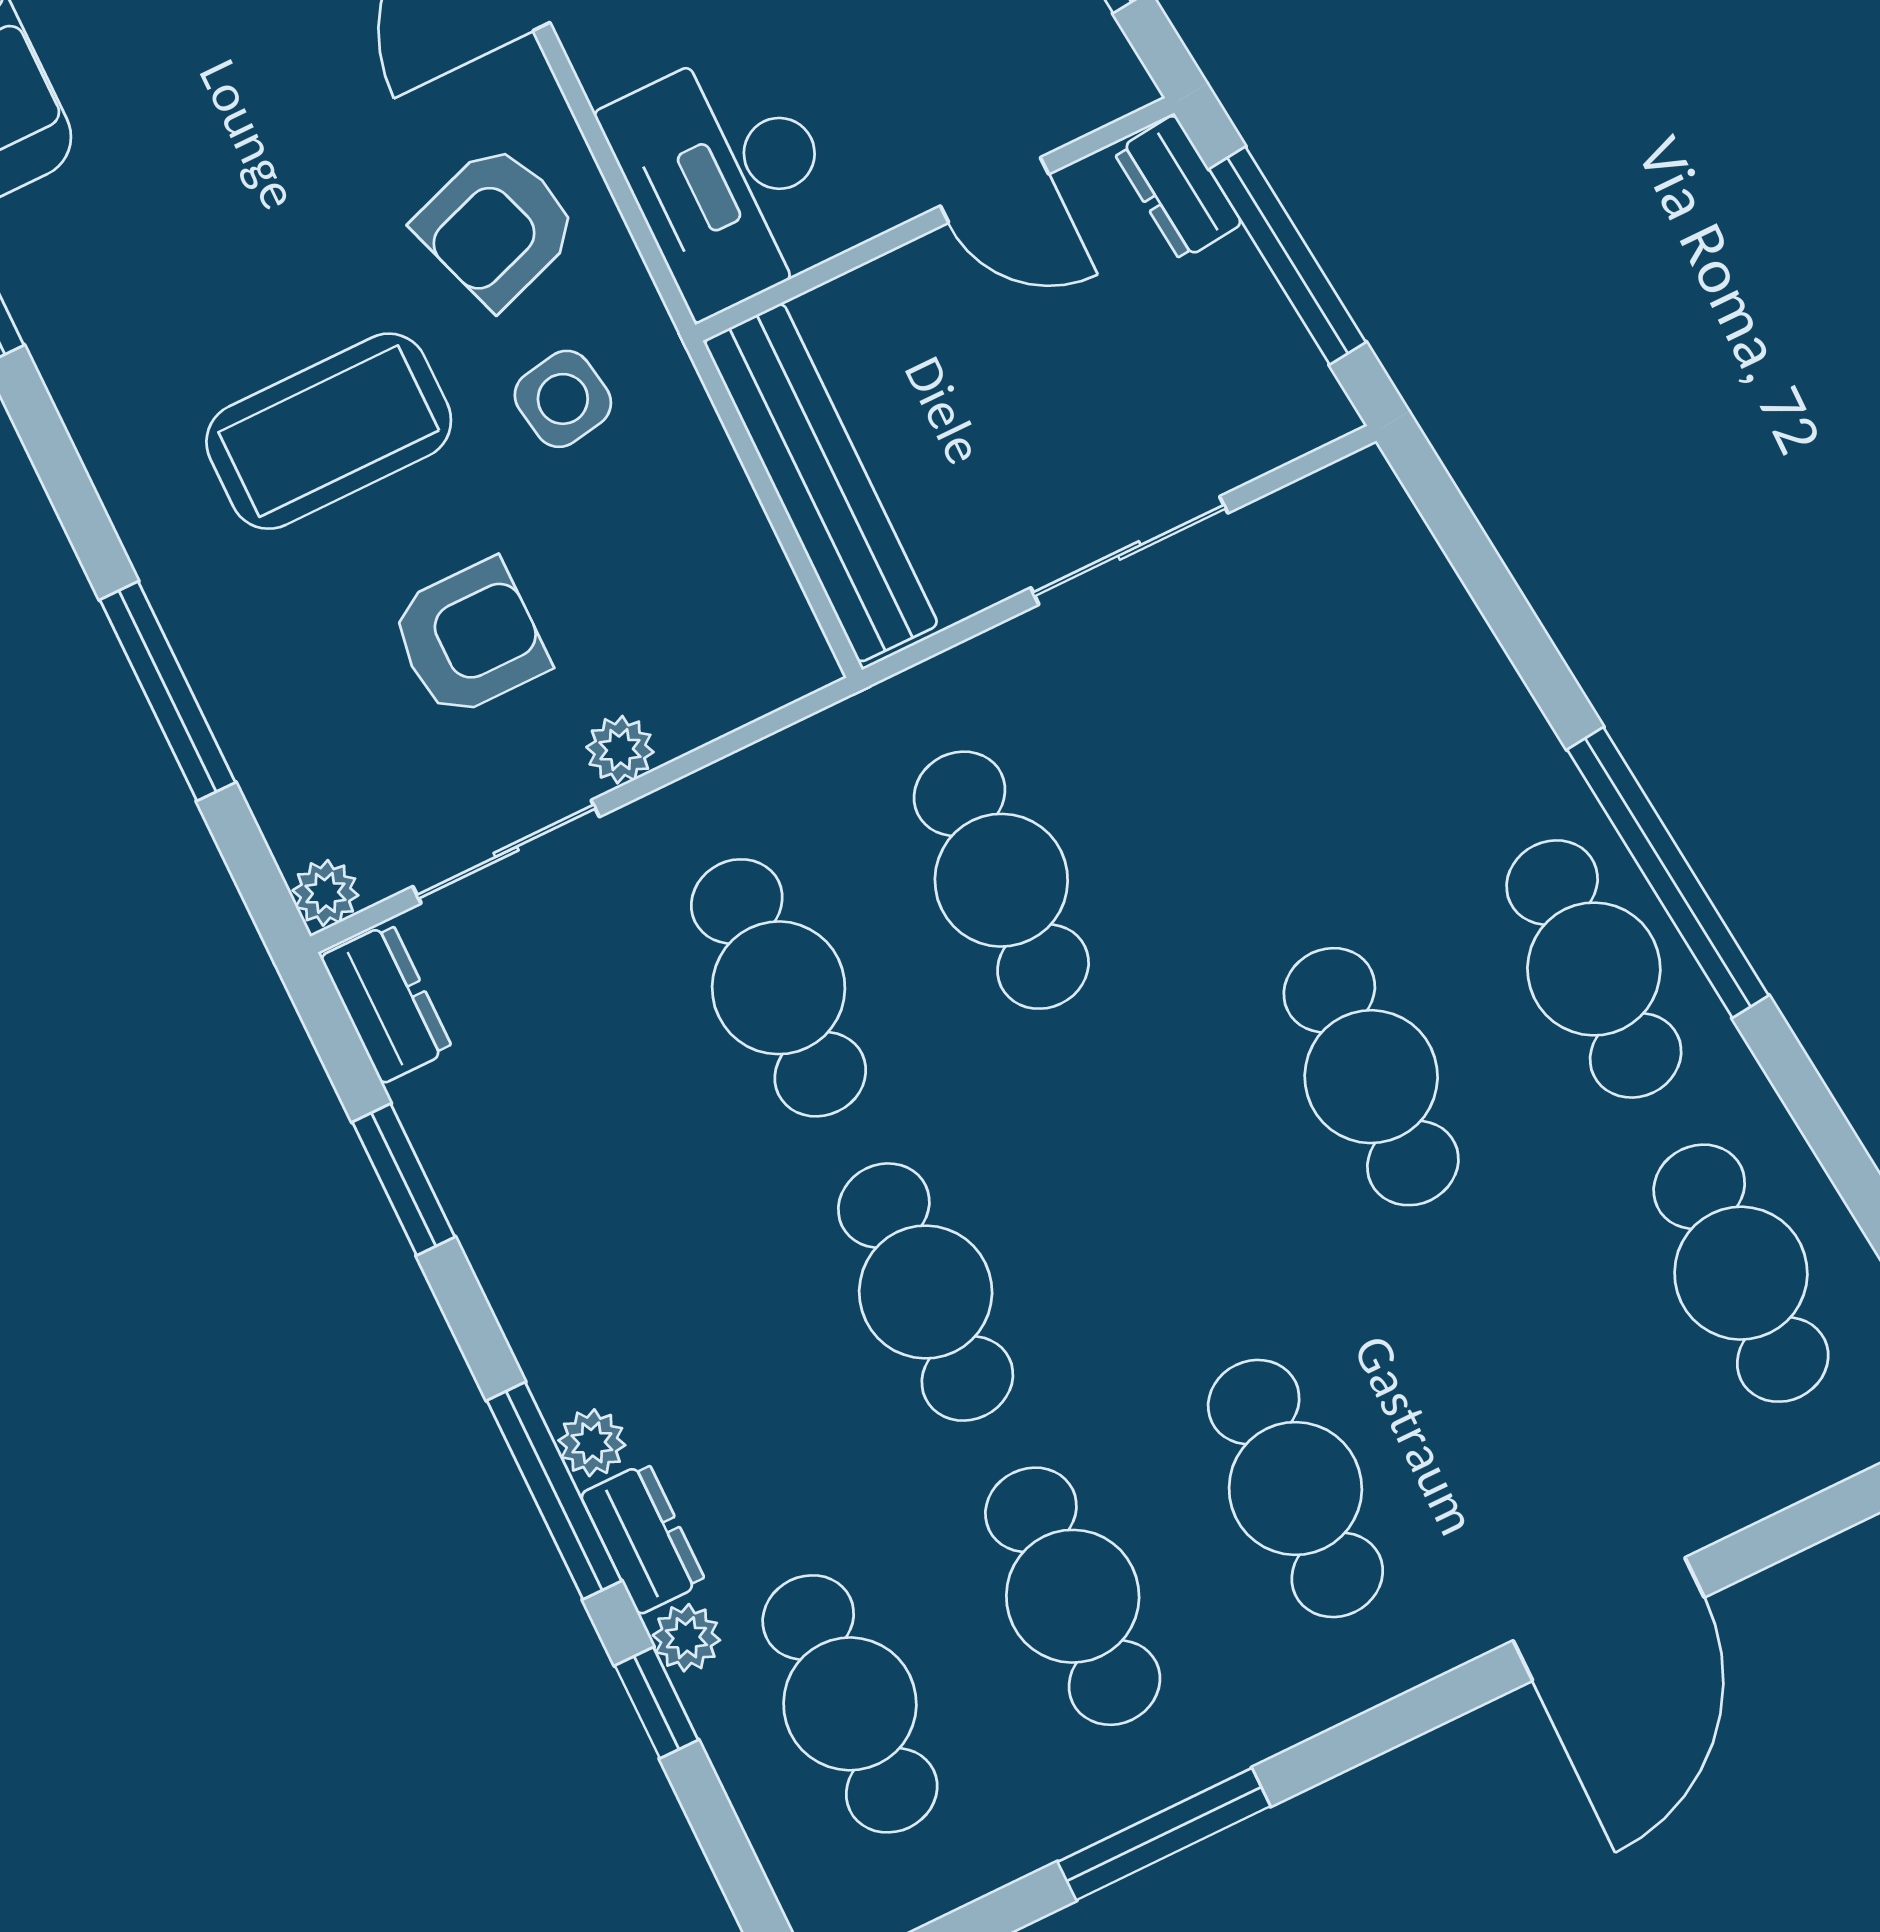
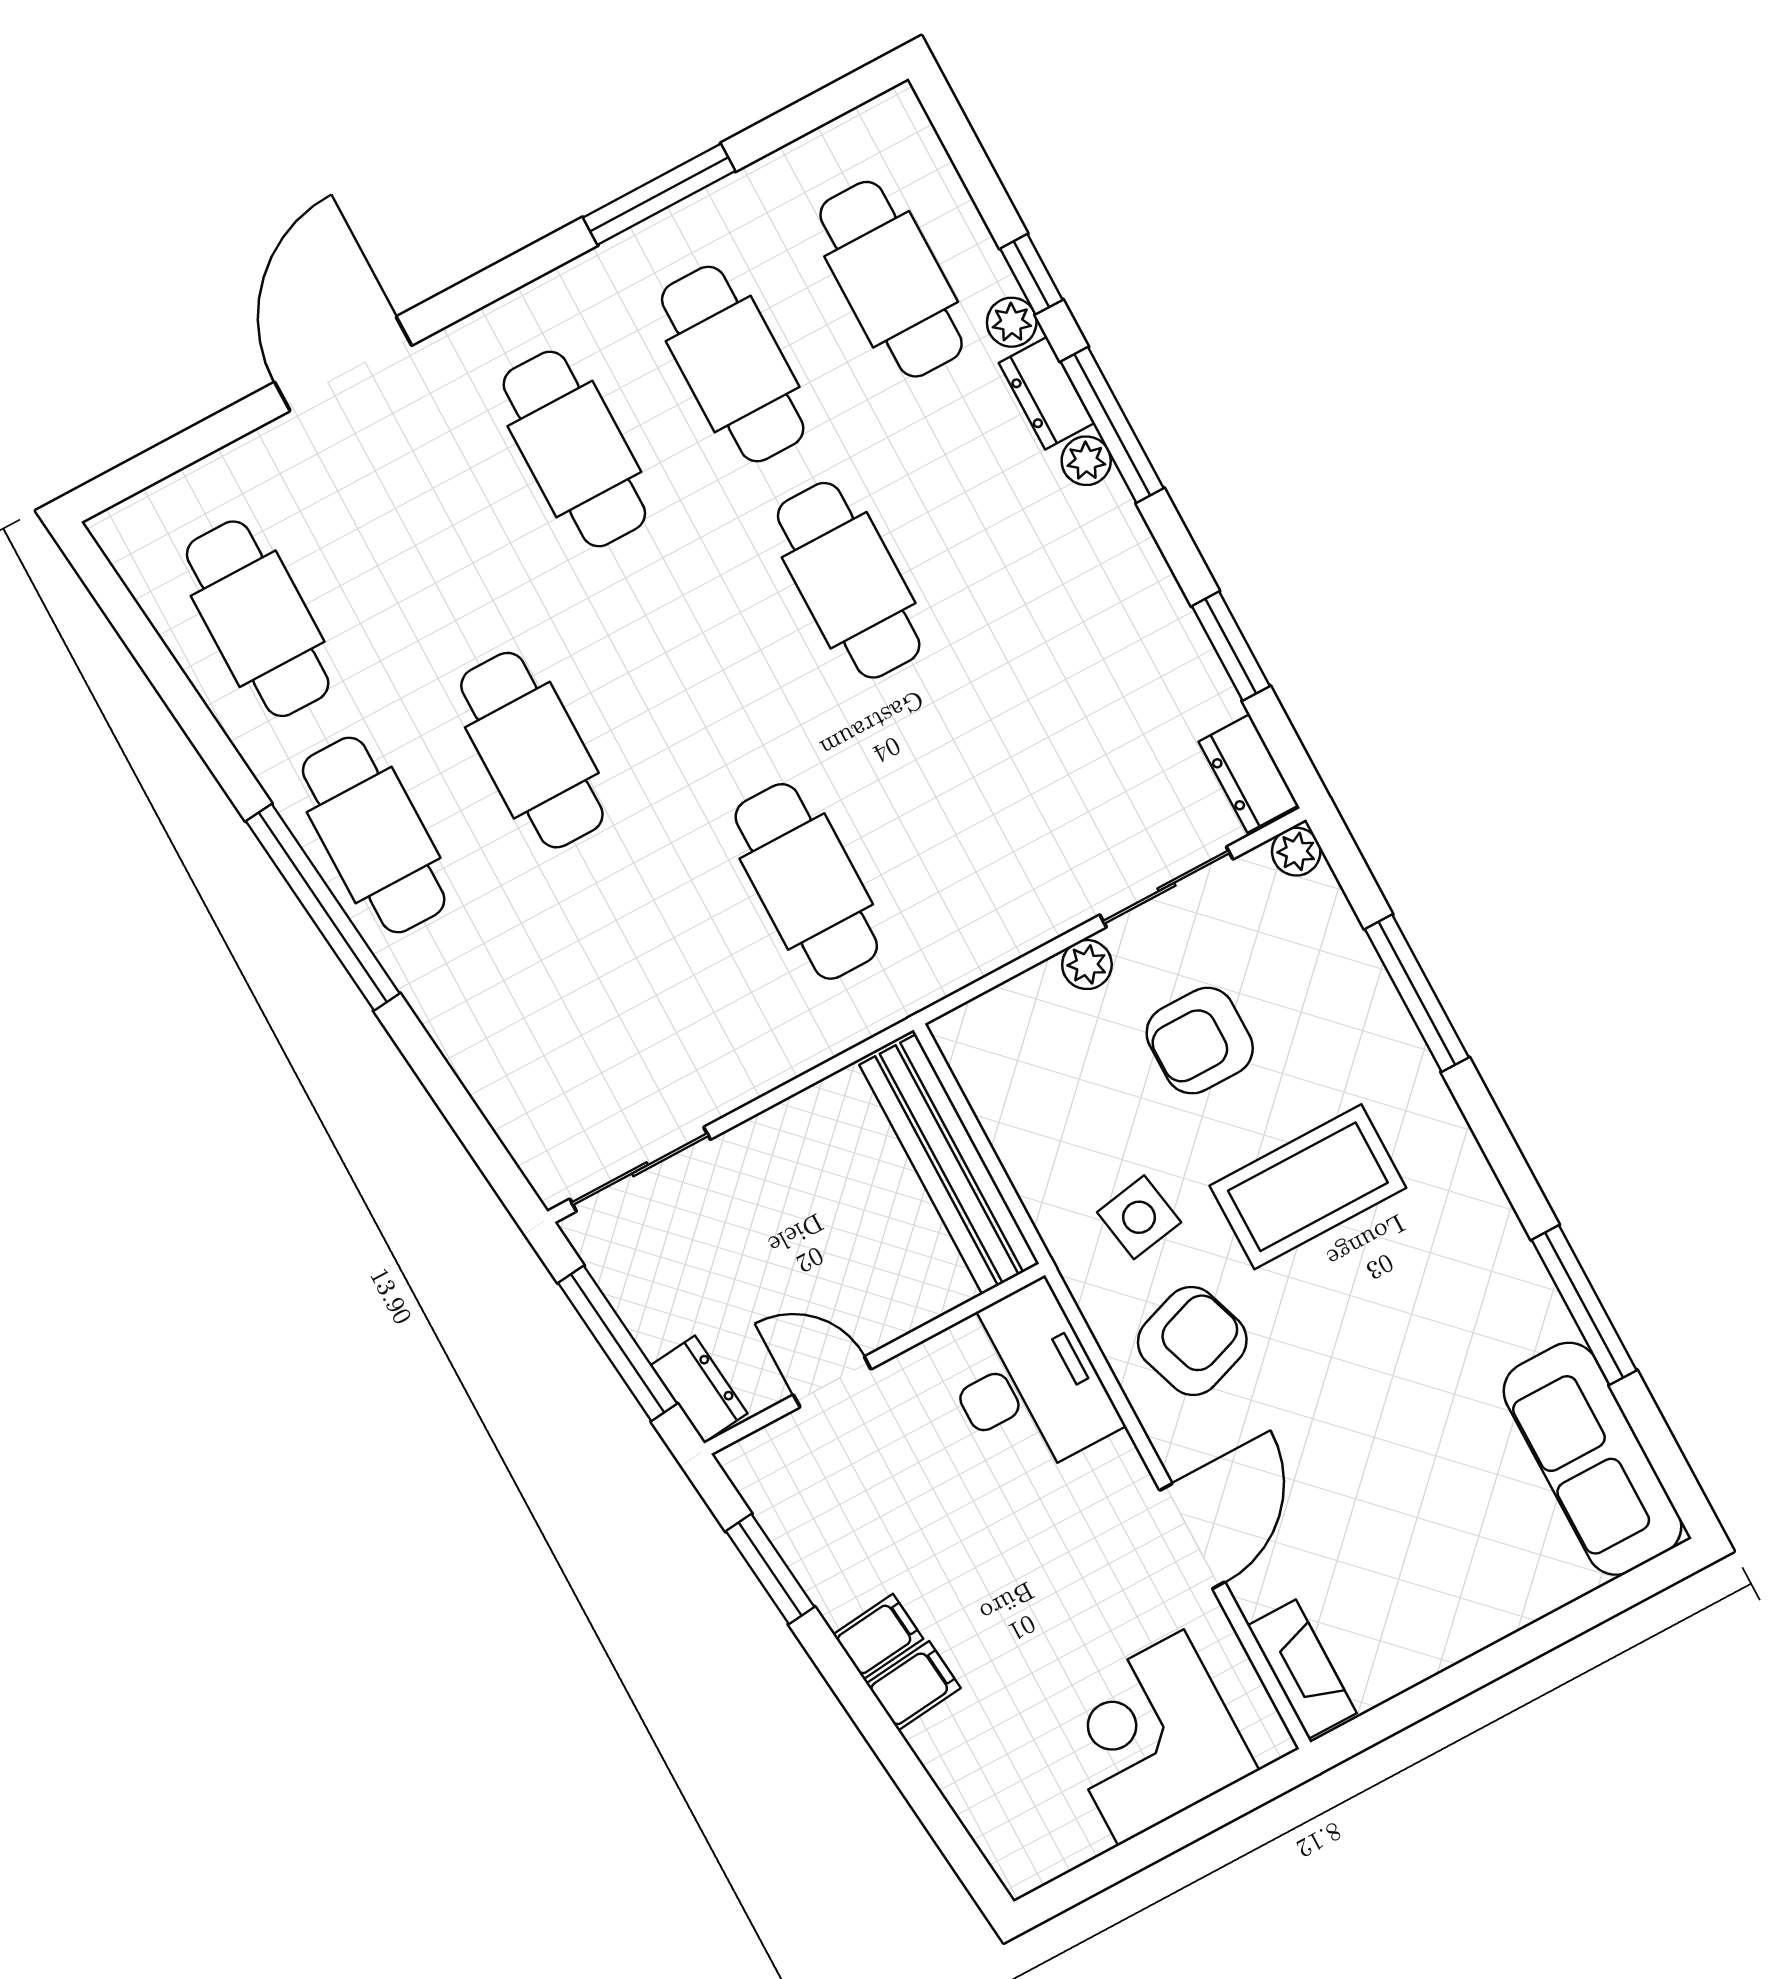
sliding door: (1129, 550) -> (640, 1169), moved
cafe table: (779, 988) -> (965, 797), removed

